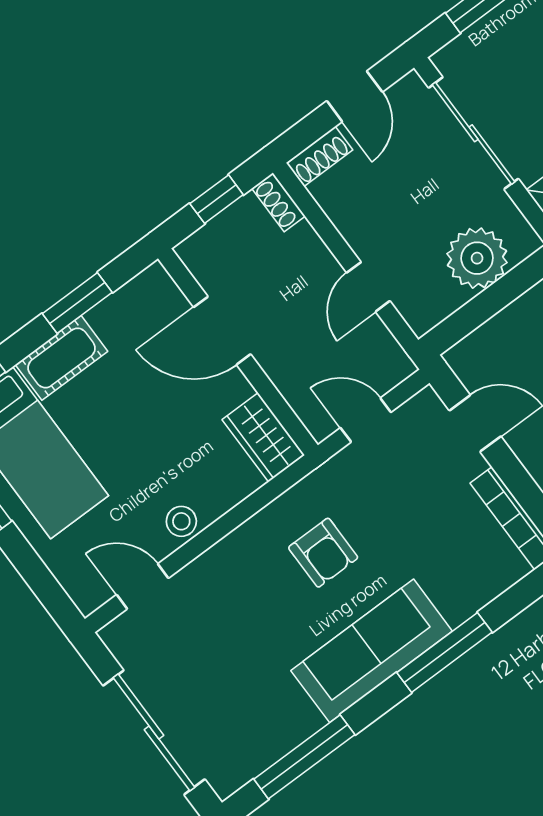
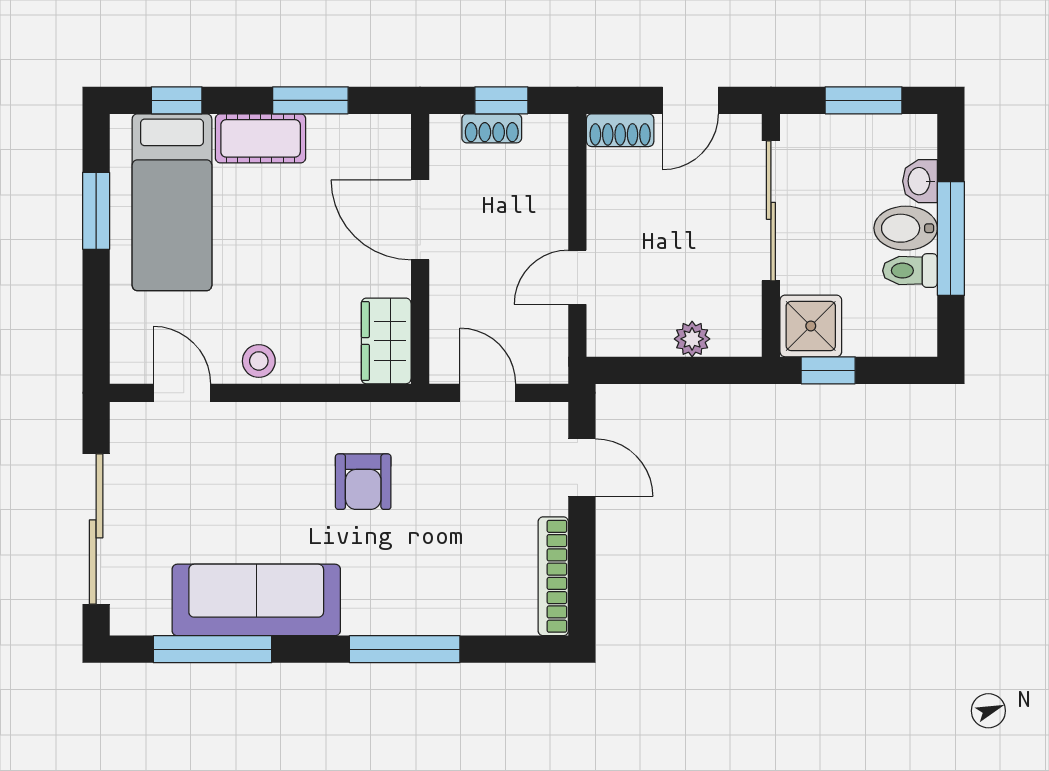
shoe rack: (279, 202) -> (492, 128), moved, turned -90
plant: (477, 258) -> (692, 339), width x0.53, depth x0.53
sofa: (372, 651) -> (256, 600), moved

